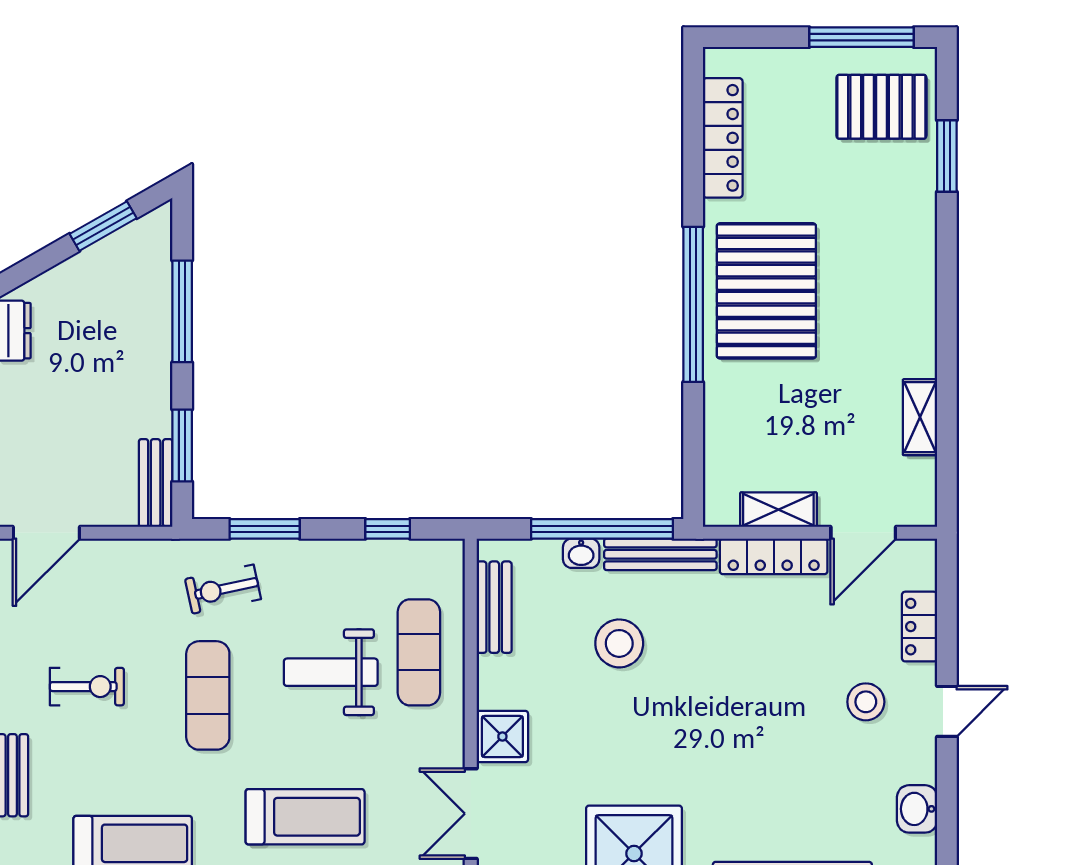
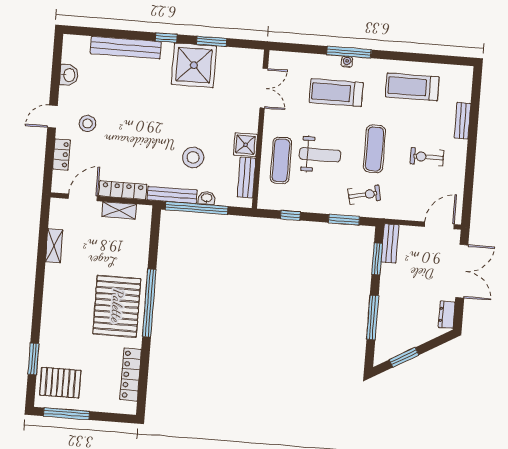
shower: (502, 736) -> (245, 145), moved

